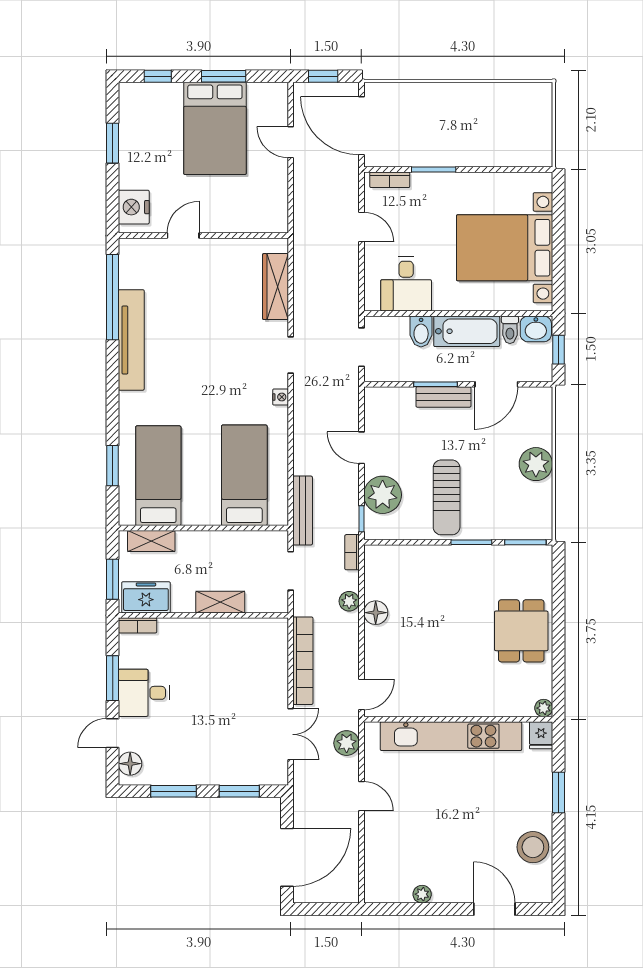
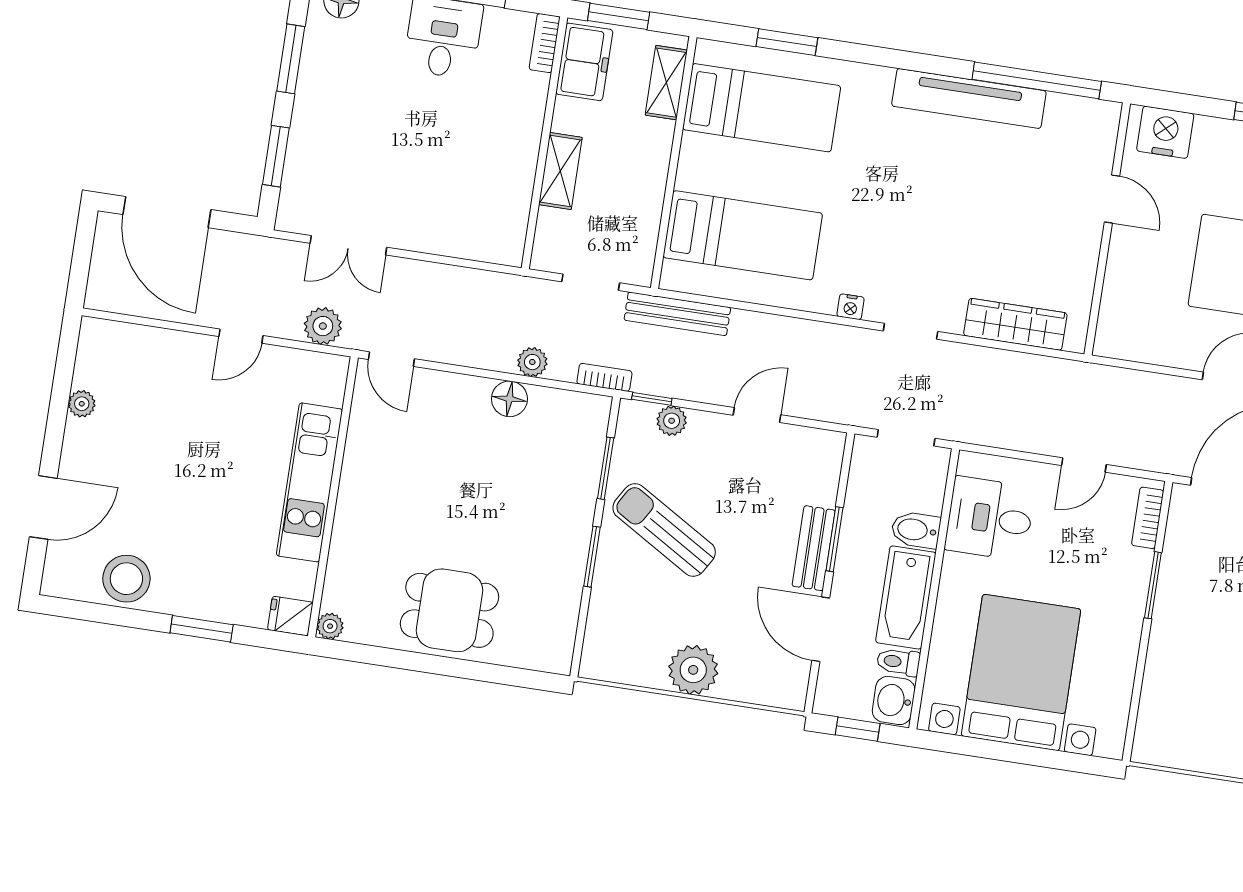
plant: (383, 495) -> (672, 421), width x0.53, depth x0.53
sun lounger: (447, 497) -> (664, 530), turned 31
window: (525, 542) -> (606, 468), moved
bookcase: (303, 661) -> (455, 280), removed
kitchen unit: (451, 736) -> (309, 482), width x0.73

